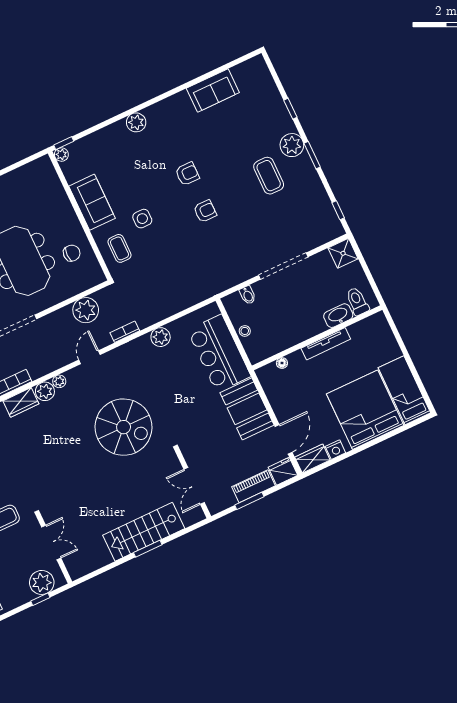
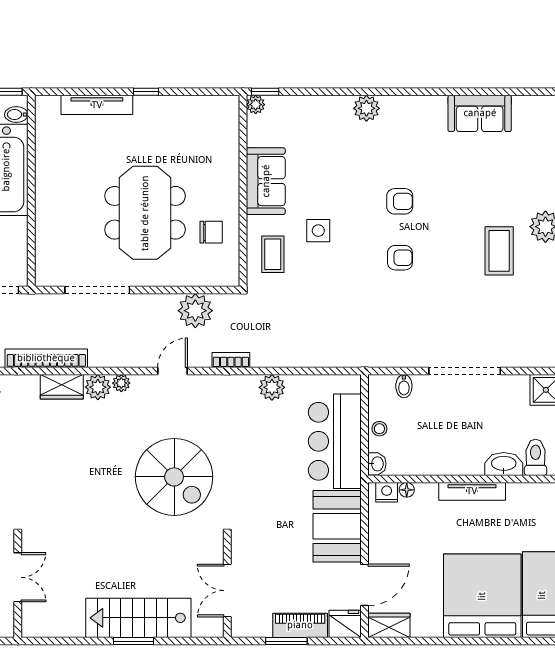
washbasin: (254, 355) -> (377, 464), added
nightstand: (335, 450) -> (387, 492), moved, turned 180

